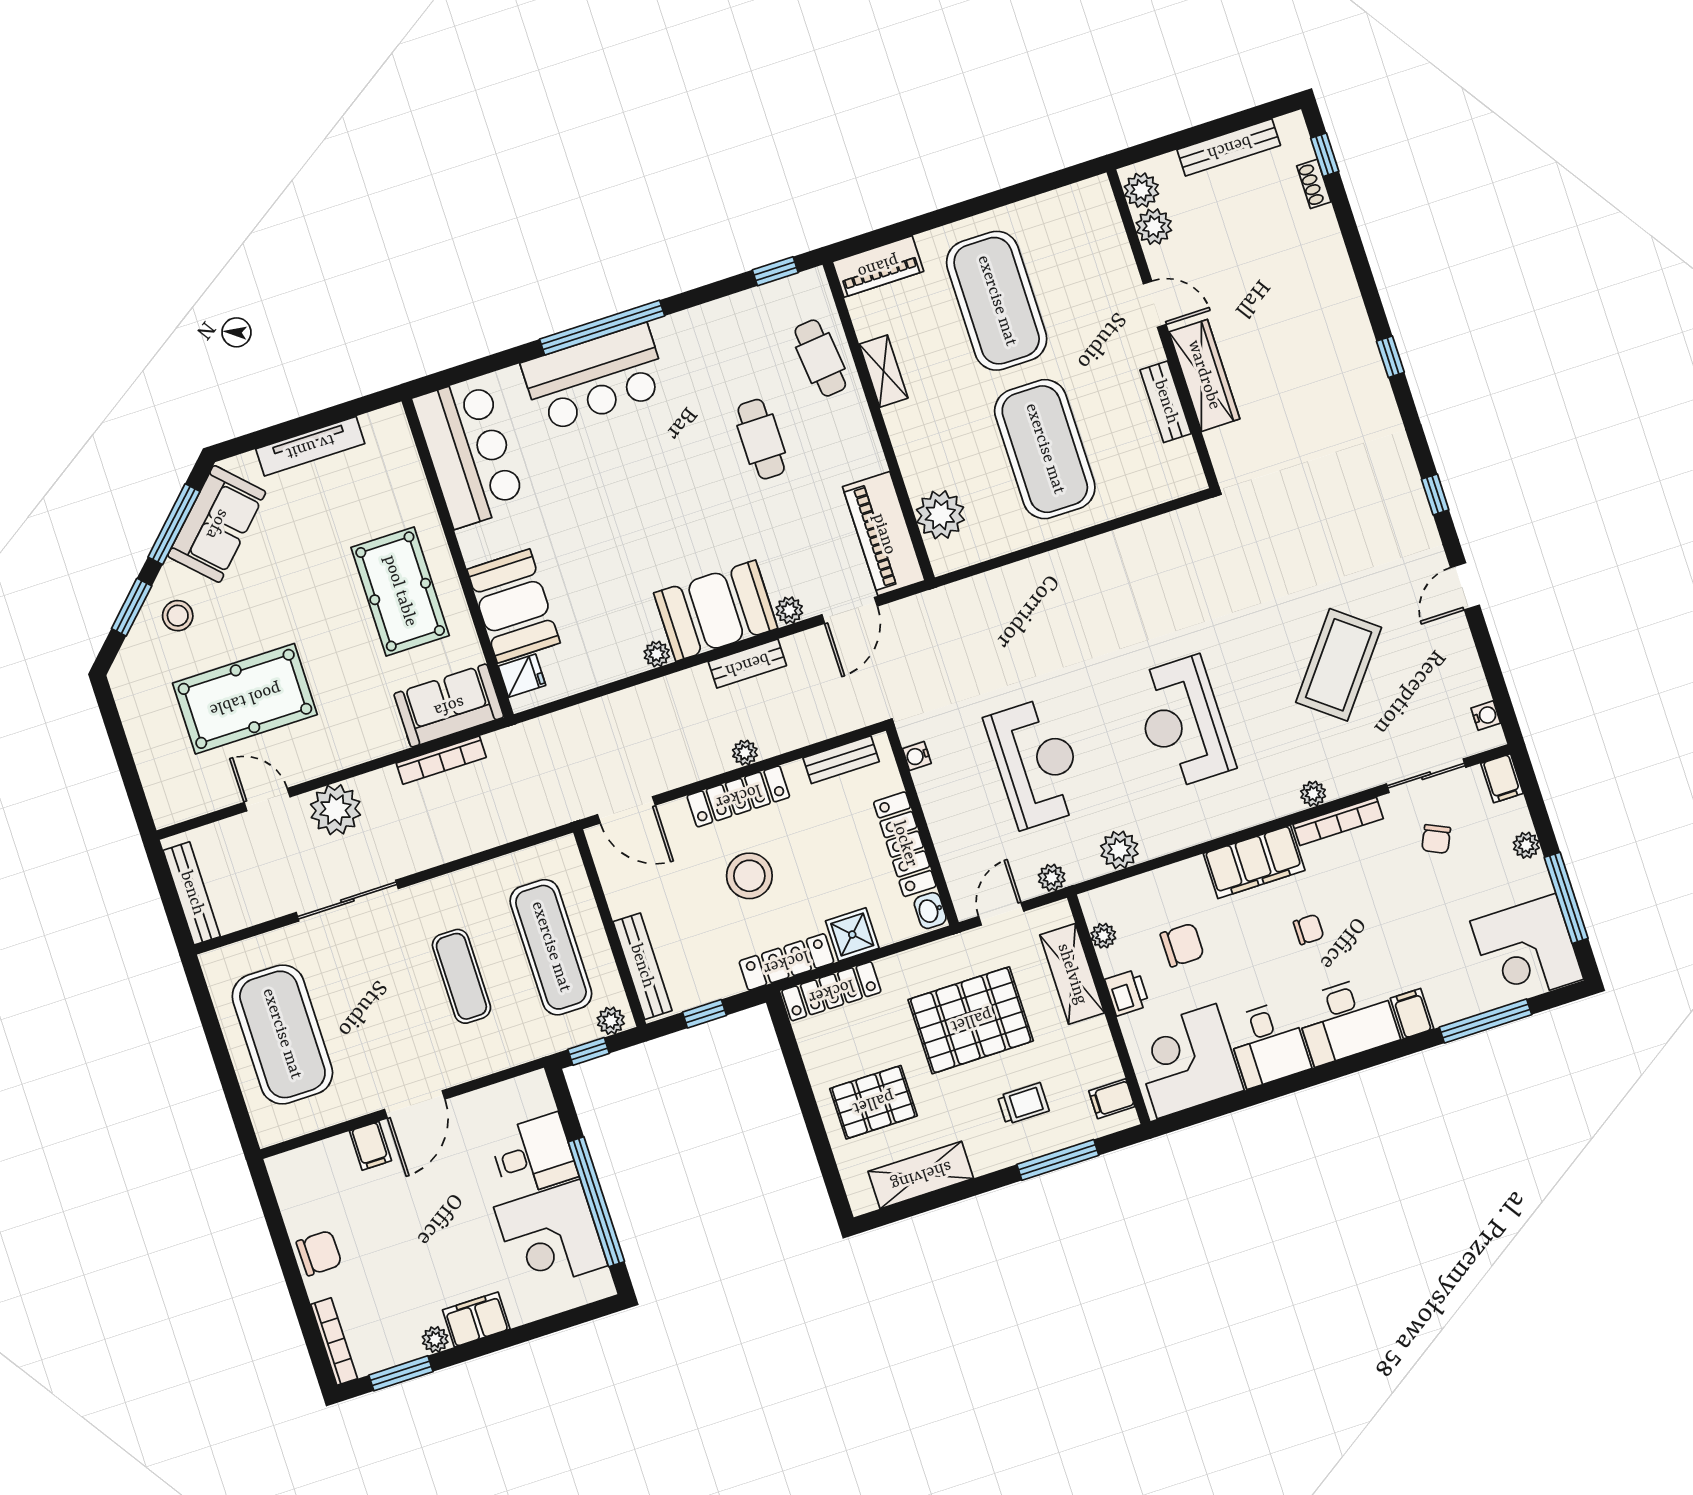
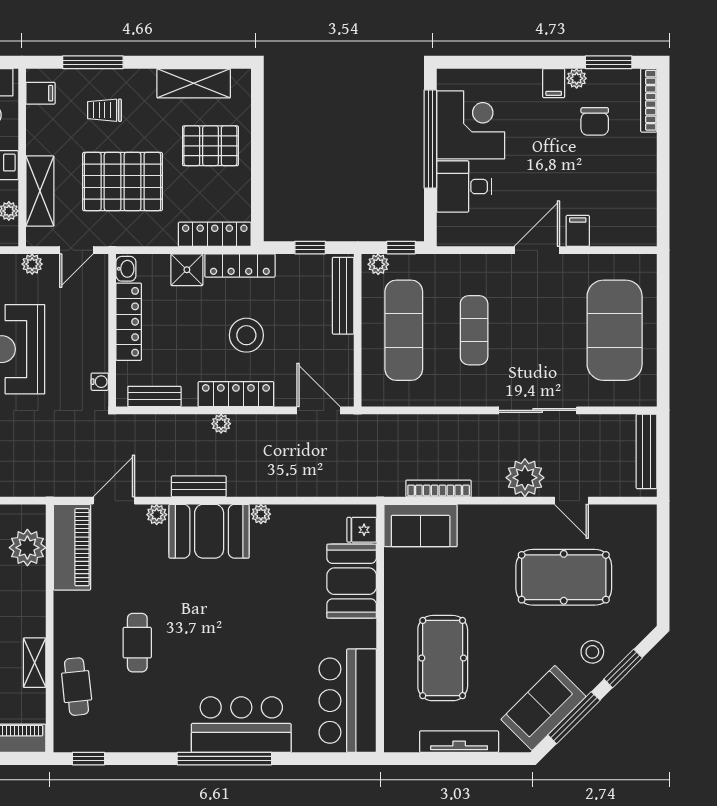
pool table: (400, 591) -> (443, 658), moved
chair: (319, 1253) -> (595, 121), moved, turned -89
filing cabinet: (476, 1320) -> (554, 83), width x0.50

